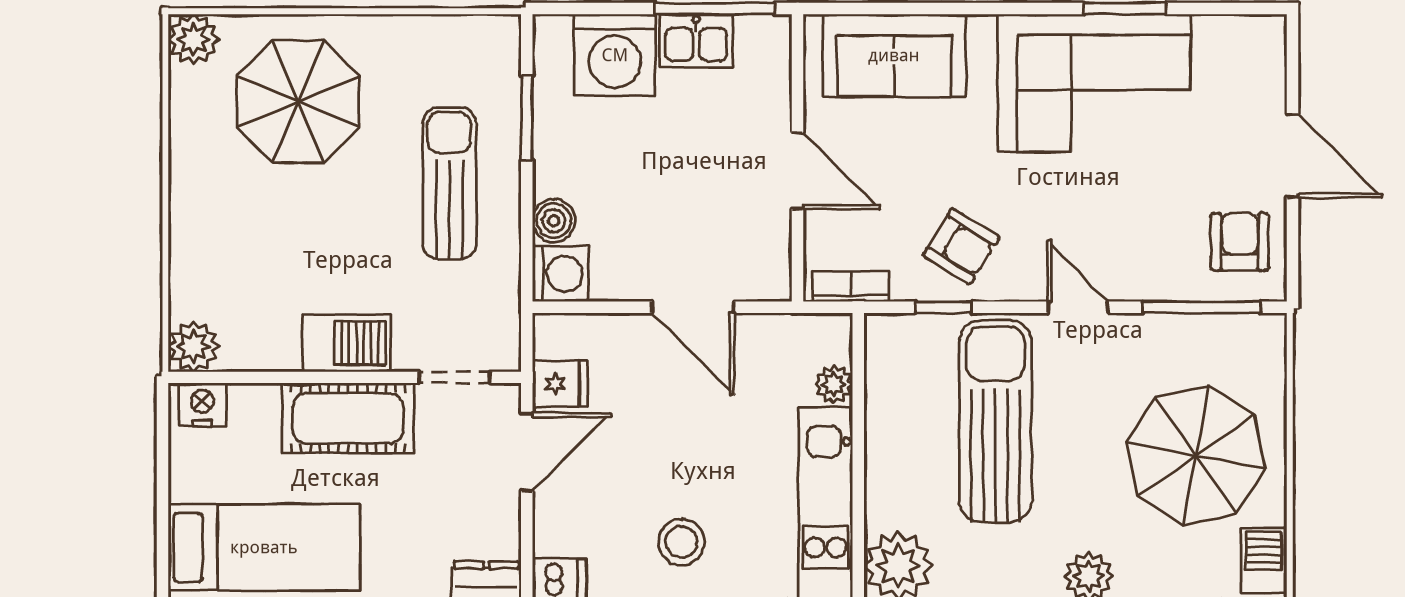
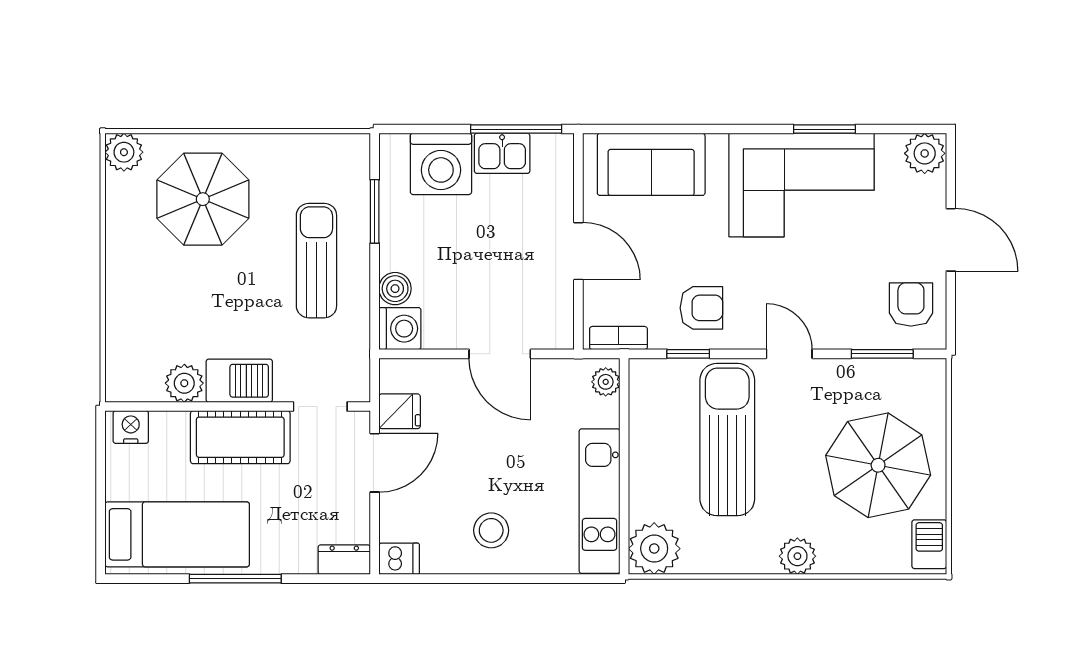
plant: (1258, 41) -> (925, 153), added
armchair: (961, 246) -> (701, 308), turned -32
window: (1201, 307) -> (882, 354), width x0.69
plant: (193, 346) -> (184, 383), moved
plant: (834, 384) -> (606, 382), moved

